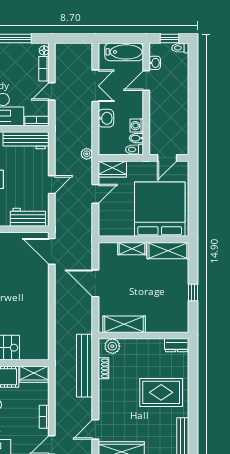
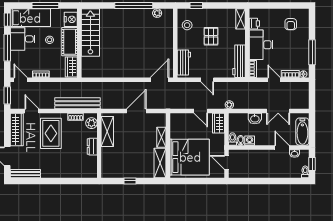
dresser: (177, 345) -> (92, 147), moved
rug: (161, 392) -> (51, 133), moved

